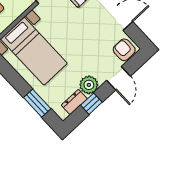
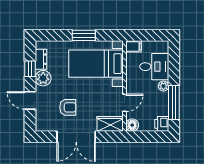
armchair: (124, 50) -> (68, 107), moved
window: (37, 103) -> (84, 35), moved

